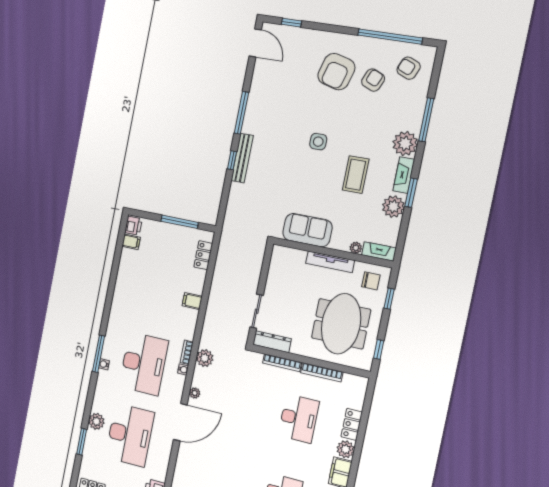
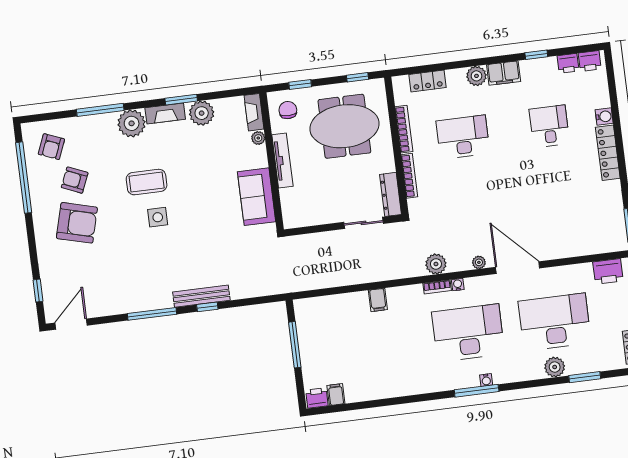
coffee table: (356, 175) -> (147, 182), moved
locker: (203, 255) -> (323, 304), removed
locker: (352, 424) -> (427, 81), moved

